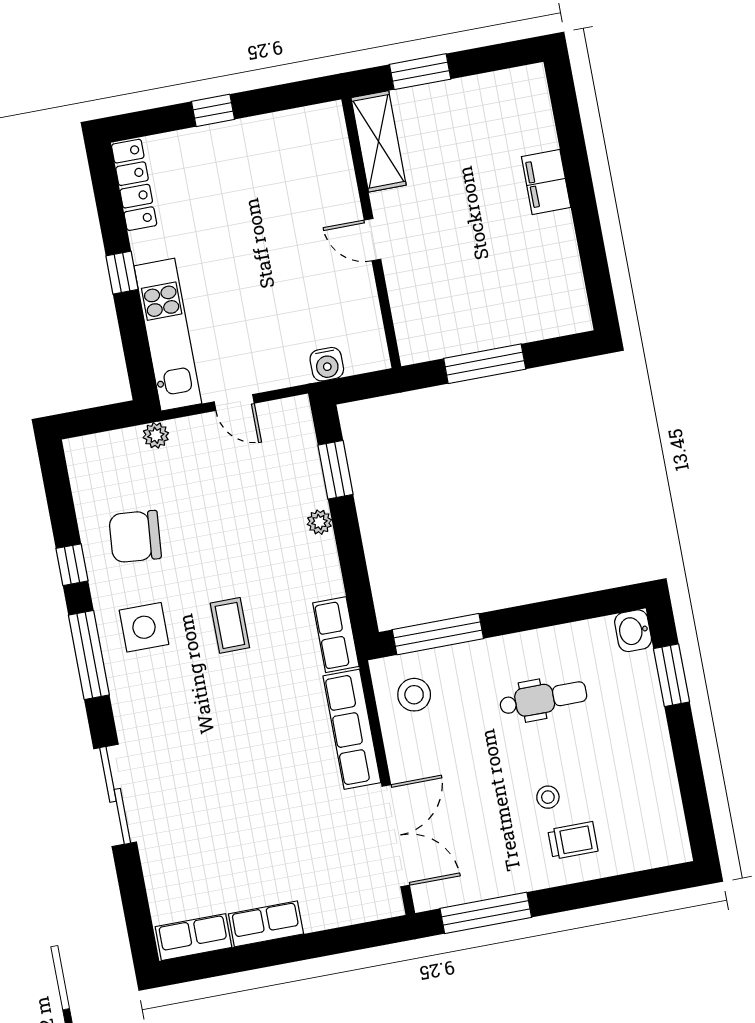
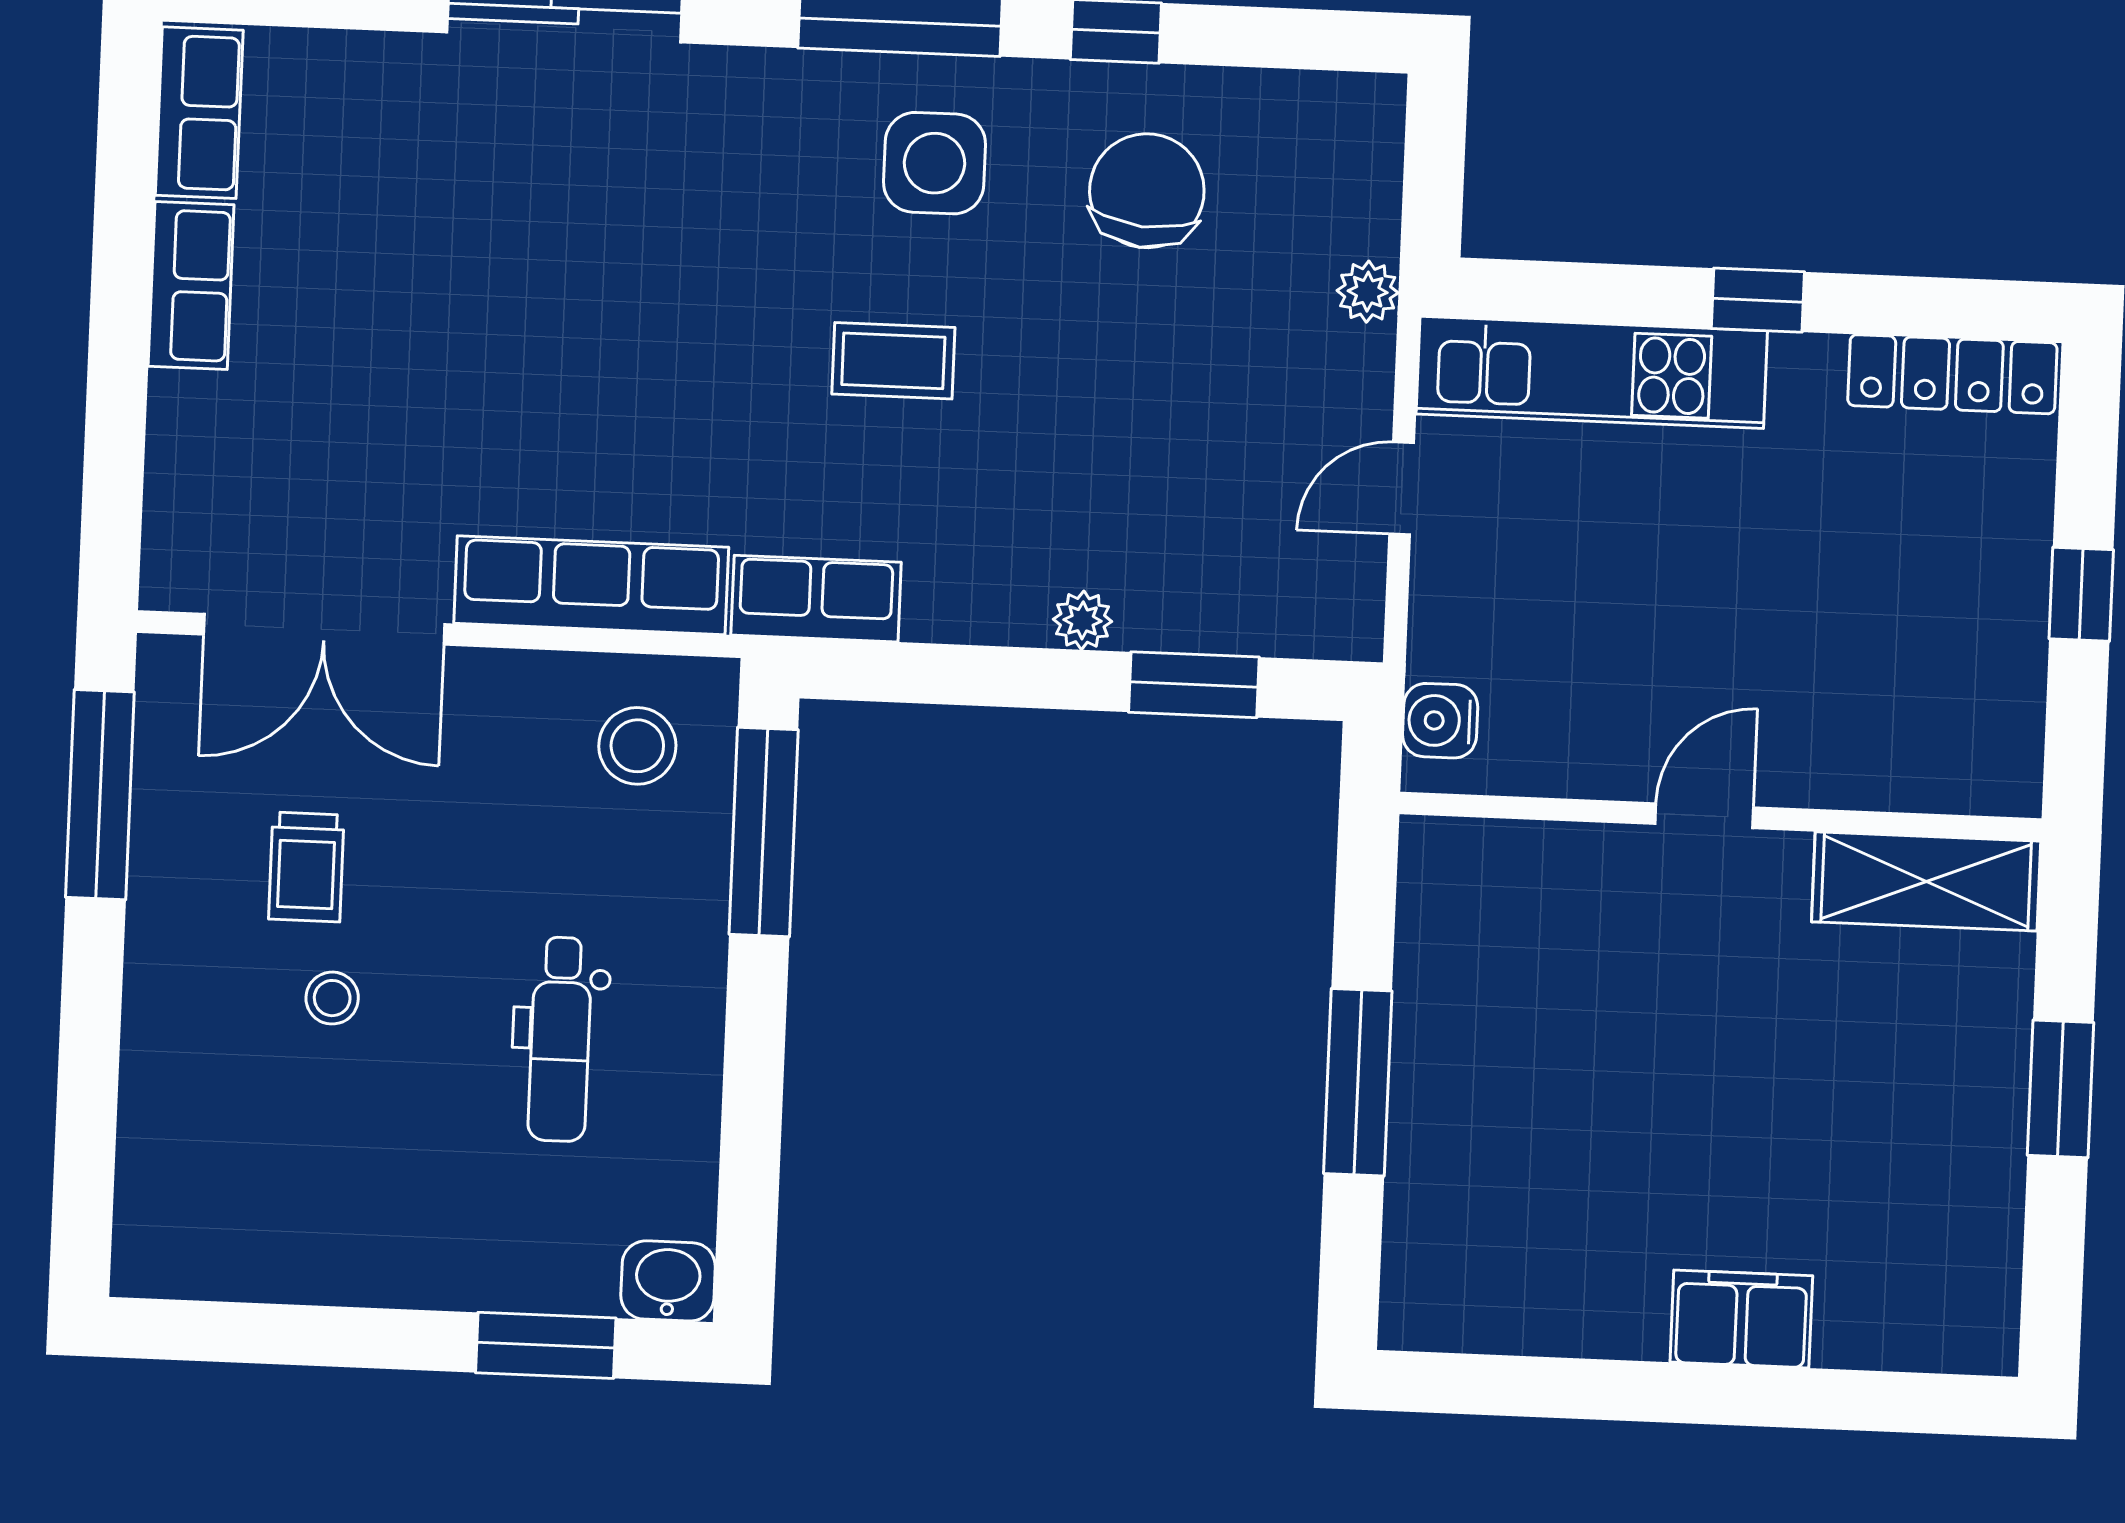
shelving: (379, 141) -> (1926, 881), moved
wall: (371, 233) -> (1720, 816), moved
door: (372, 240) -> (1704, 816), moved
trolley: (573, 840) -> (306, 867), moved

